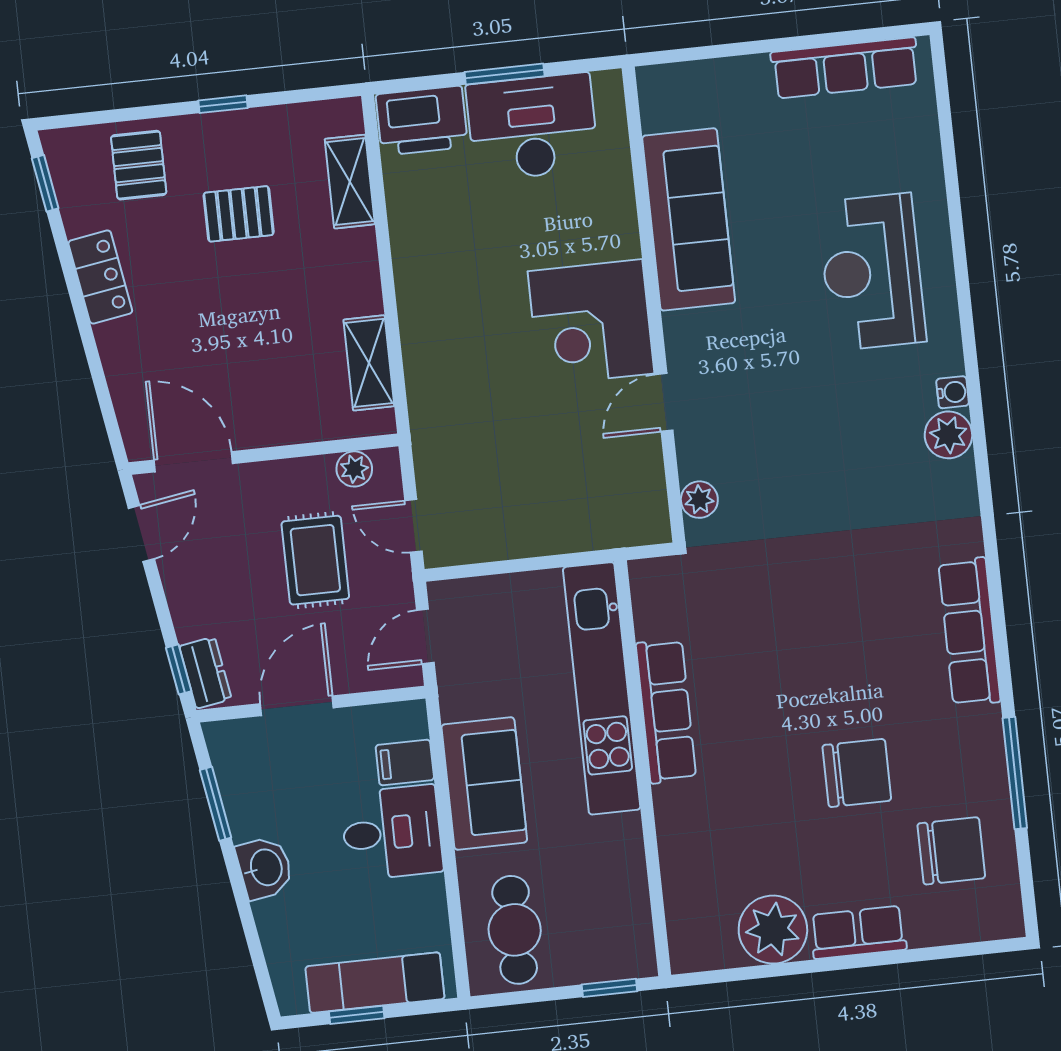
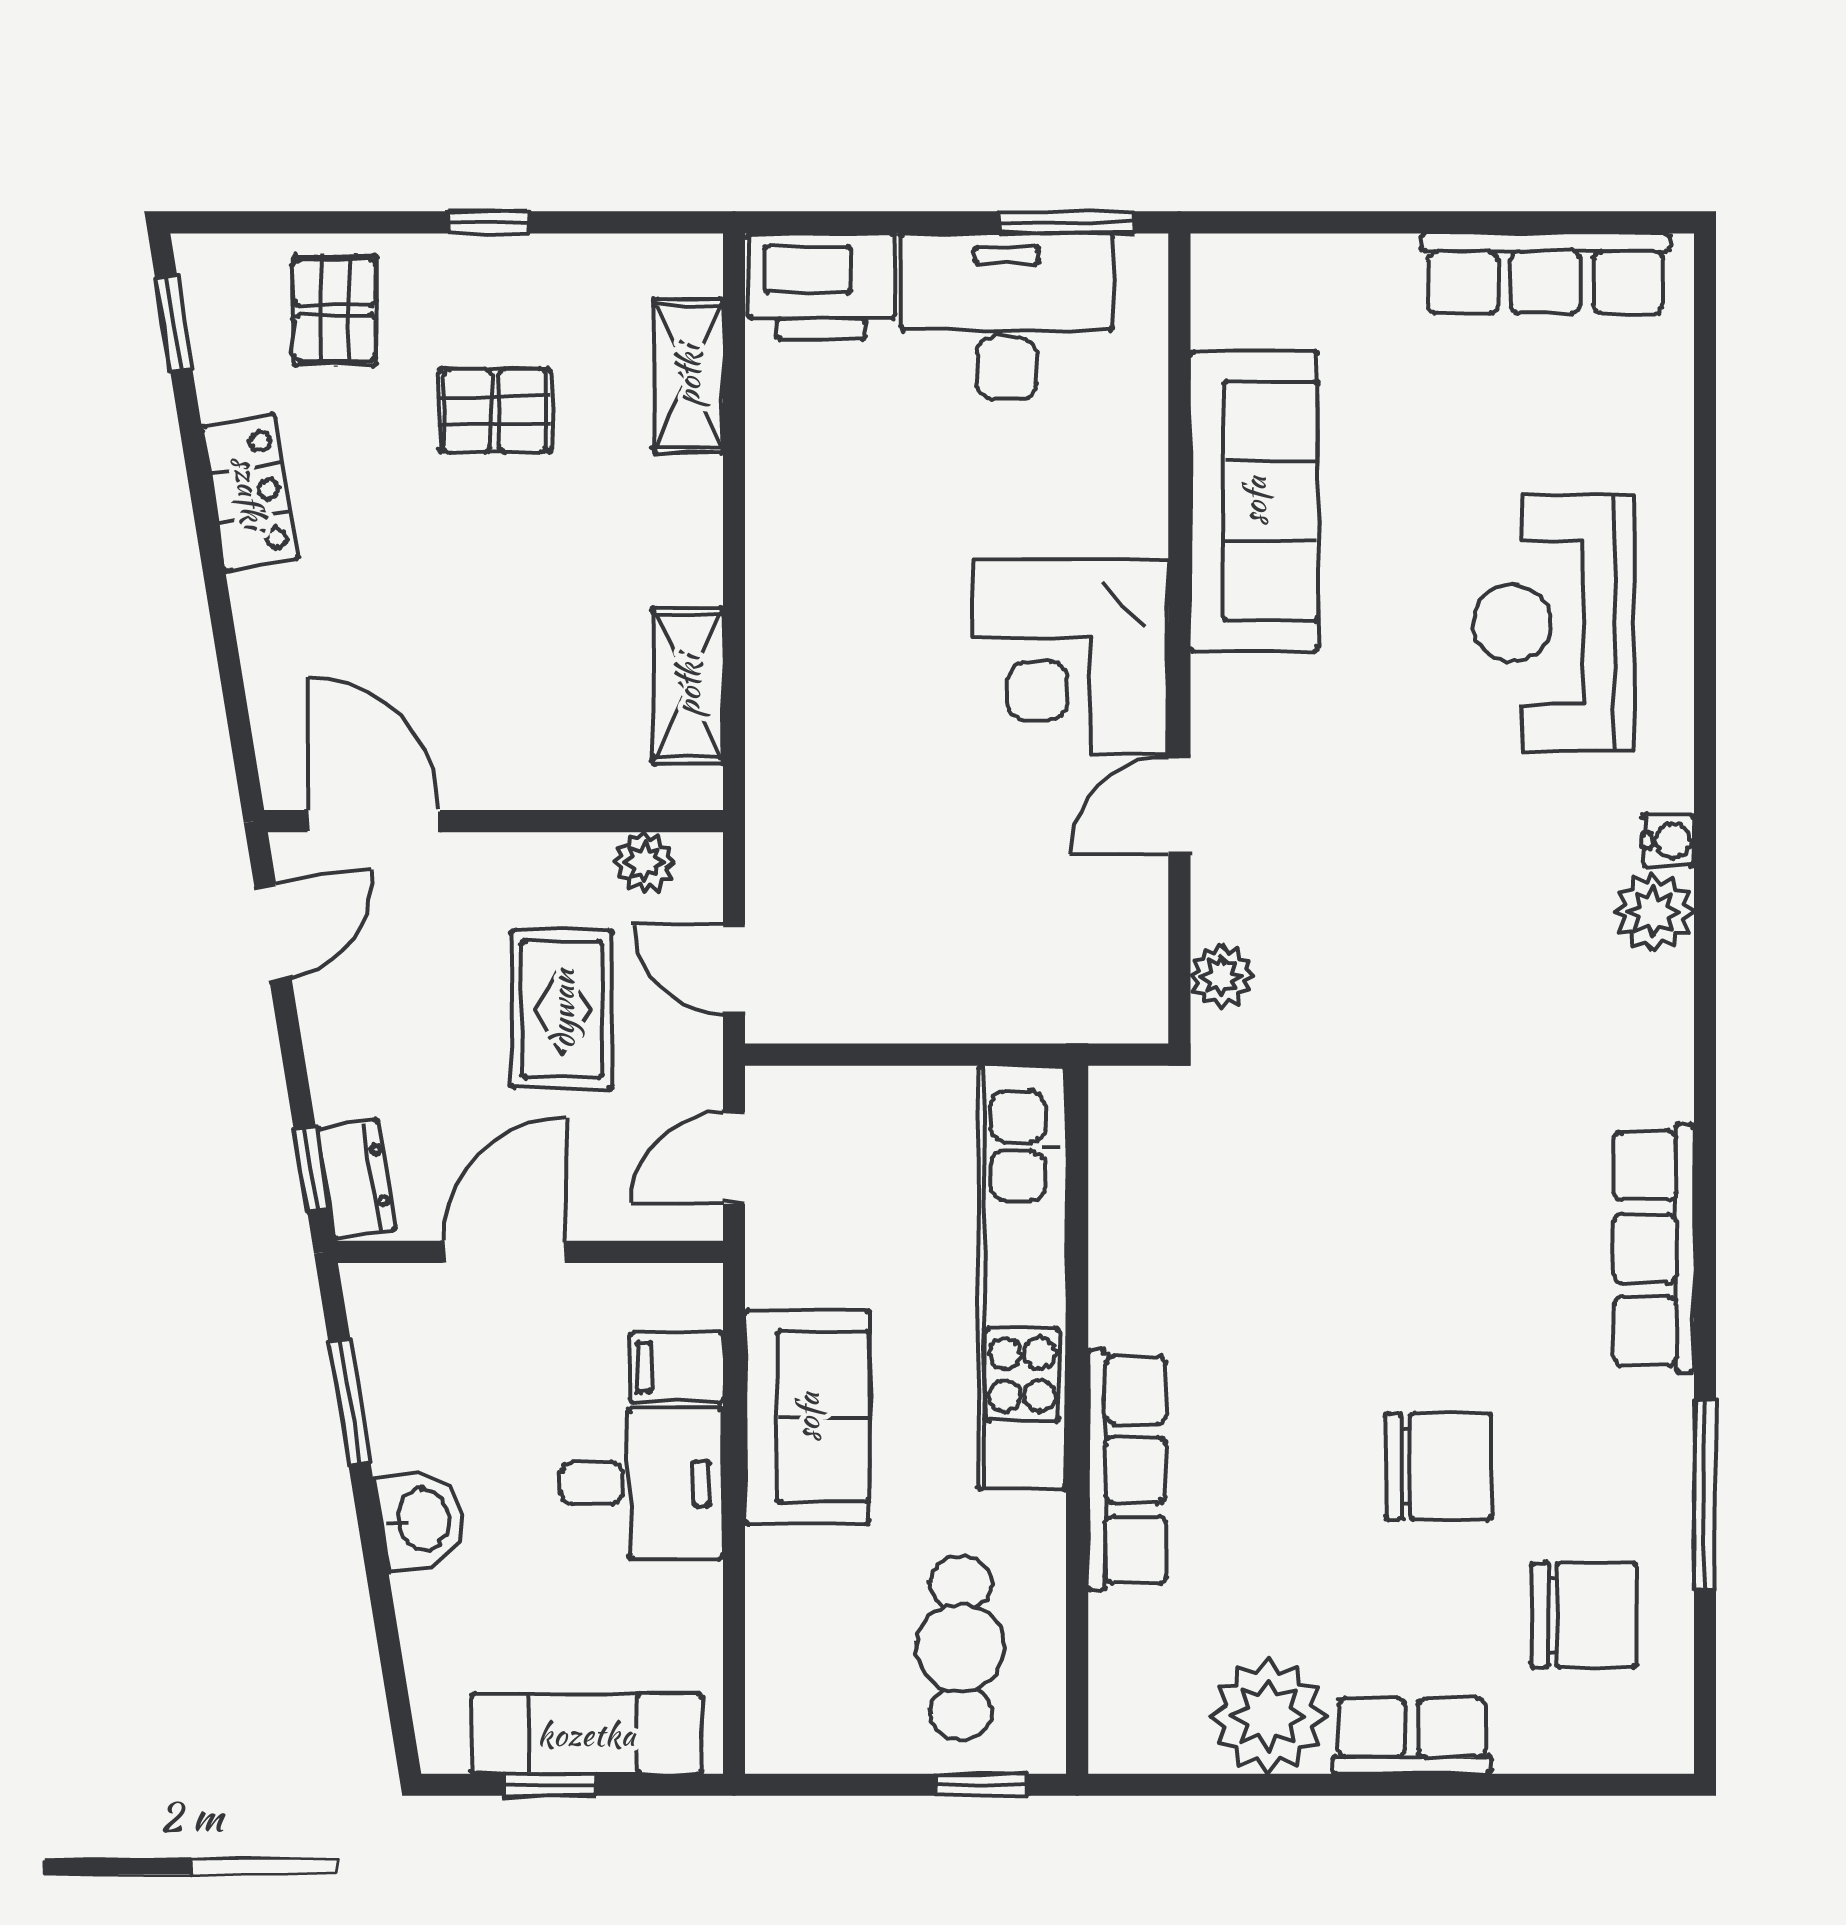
window: (505, 74) -> (1067, 222), moved
row of seats: (666, 711) -> (1127, 1470), moved
cafe table: (515, 930) -> (961, 1648), moved

